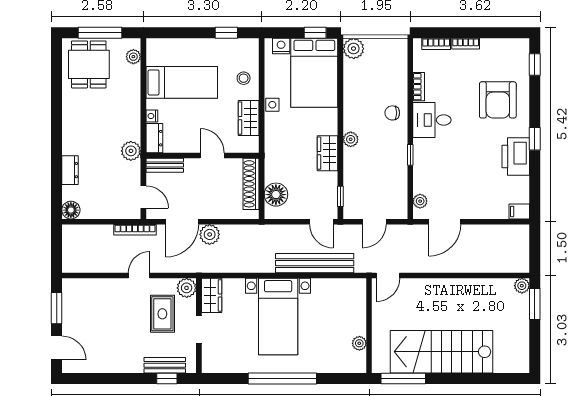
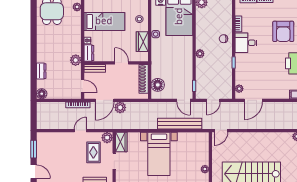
wardrobe: (328, 153) -> (187, 61), removed

